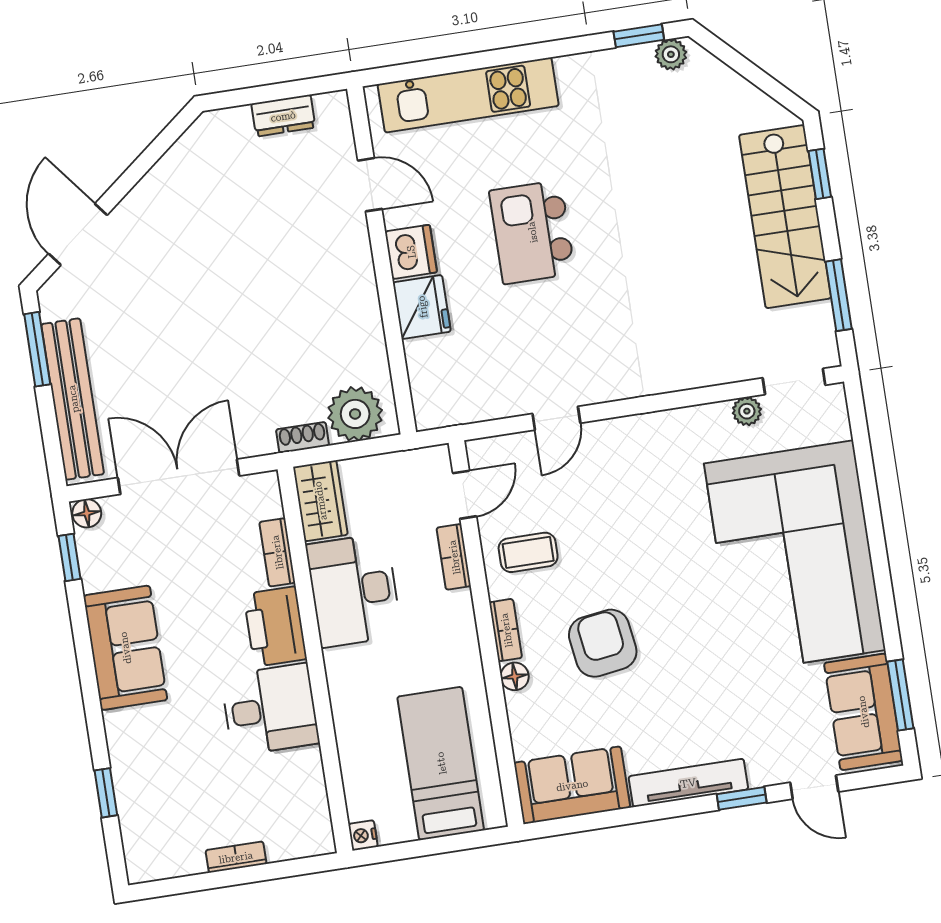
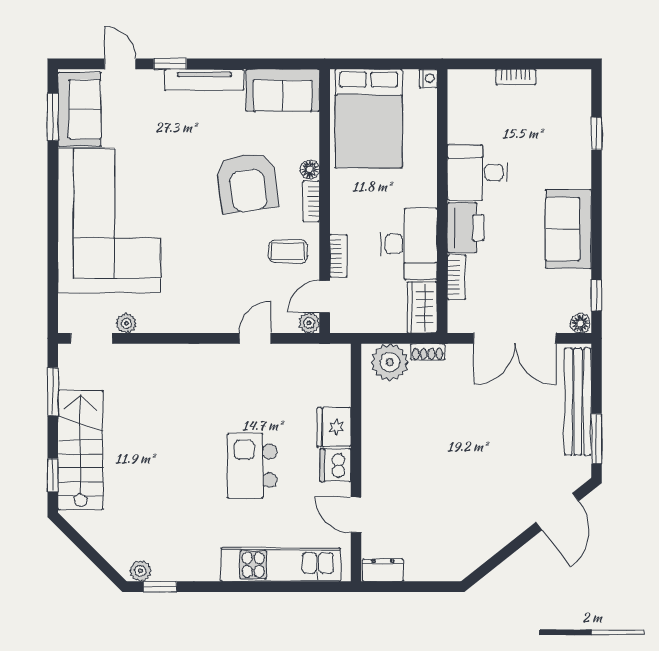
dresser: (283, 116) -> (383, 570), moved
kitchen island: (532, 232) -> (252, 466), turned 180
plant: (481, 453) -> (309, 323), added
armchair: (603, 643) -> (247, 183), width x1.36, depth x1.36
bed: (441, 763) -> (369, 119), width x1.50

